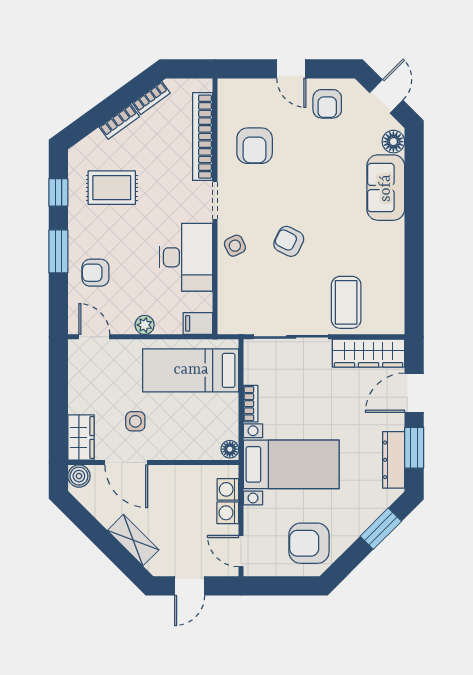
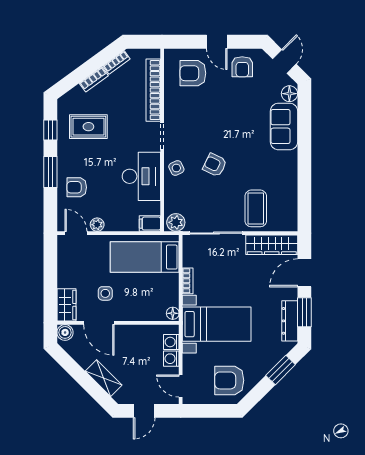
armchair: (255, 146) -> (193, 73), moved, turned 90
plant: (234, 322) -> (176, 222), added
plant: (145, 325) -> (97, 225), moved

